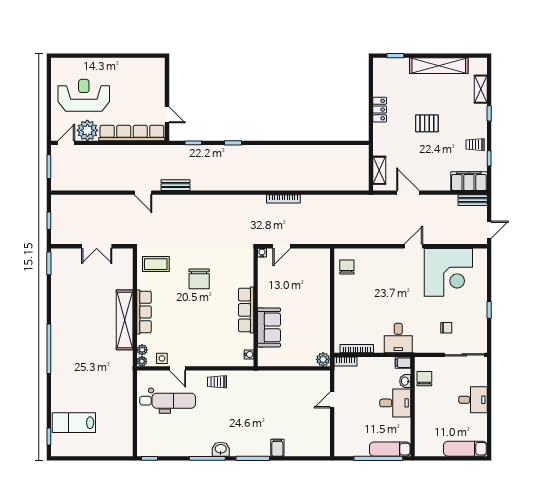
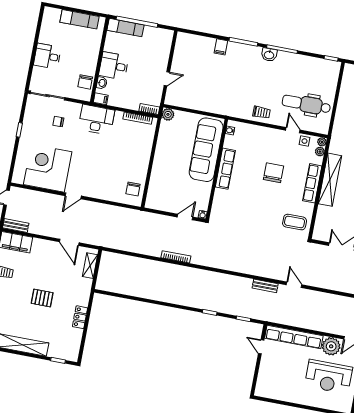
chair: (199, 279) -> (274, 173), moved
sofa: (269, 327) -> (206, 150), width x1.85, depth x1.27
desk: (398, 338) -> (96, 120), width x1.37
exam couch: (465, 449) -> (79, 19), moved

